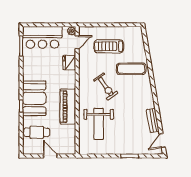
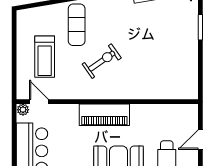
fridge: (69, 63) -> (68, 113), removed
piano: (68, 107) -> (104, 115), moved
weight bench: (99, 124) -> (155, 71), removed

